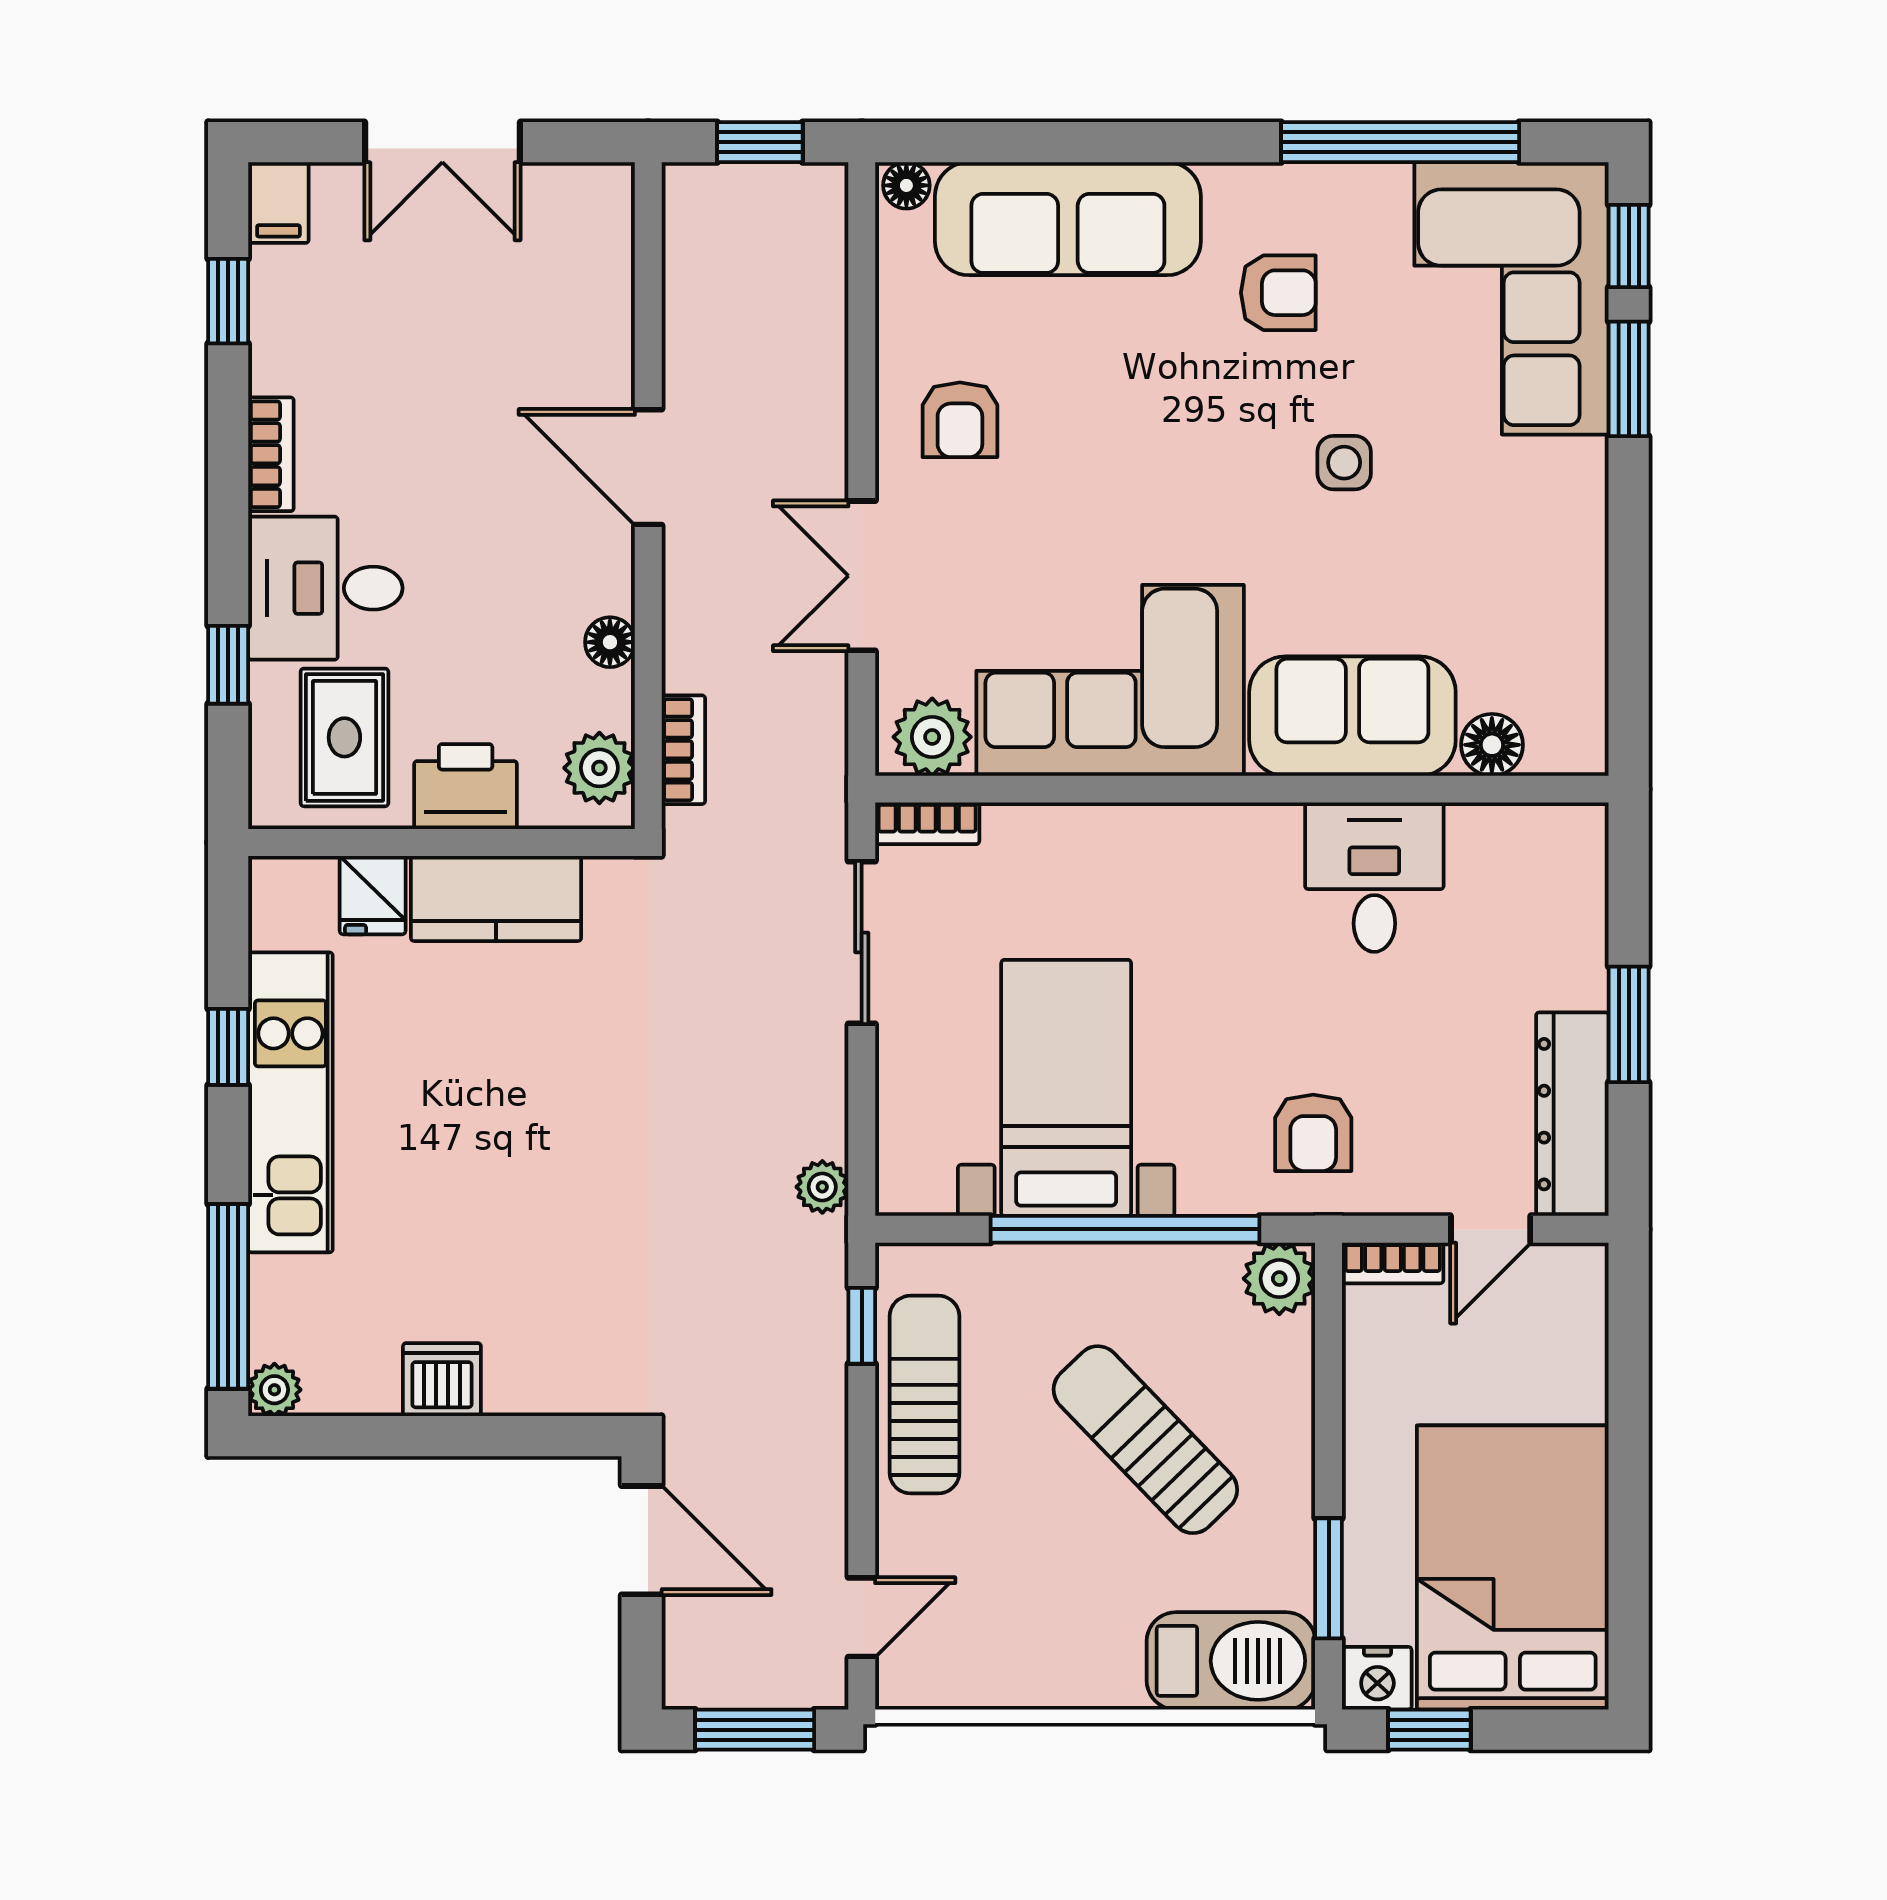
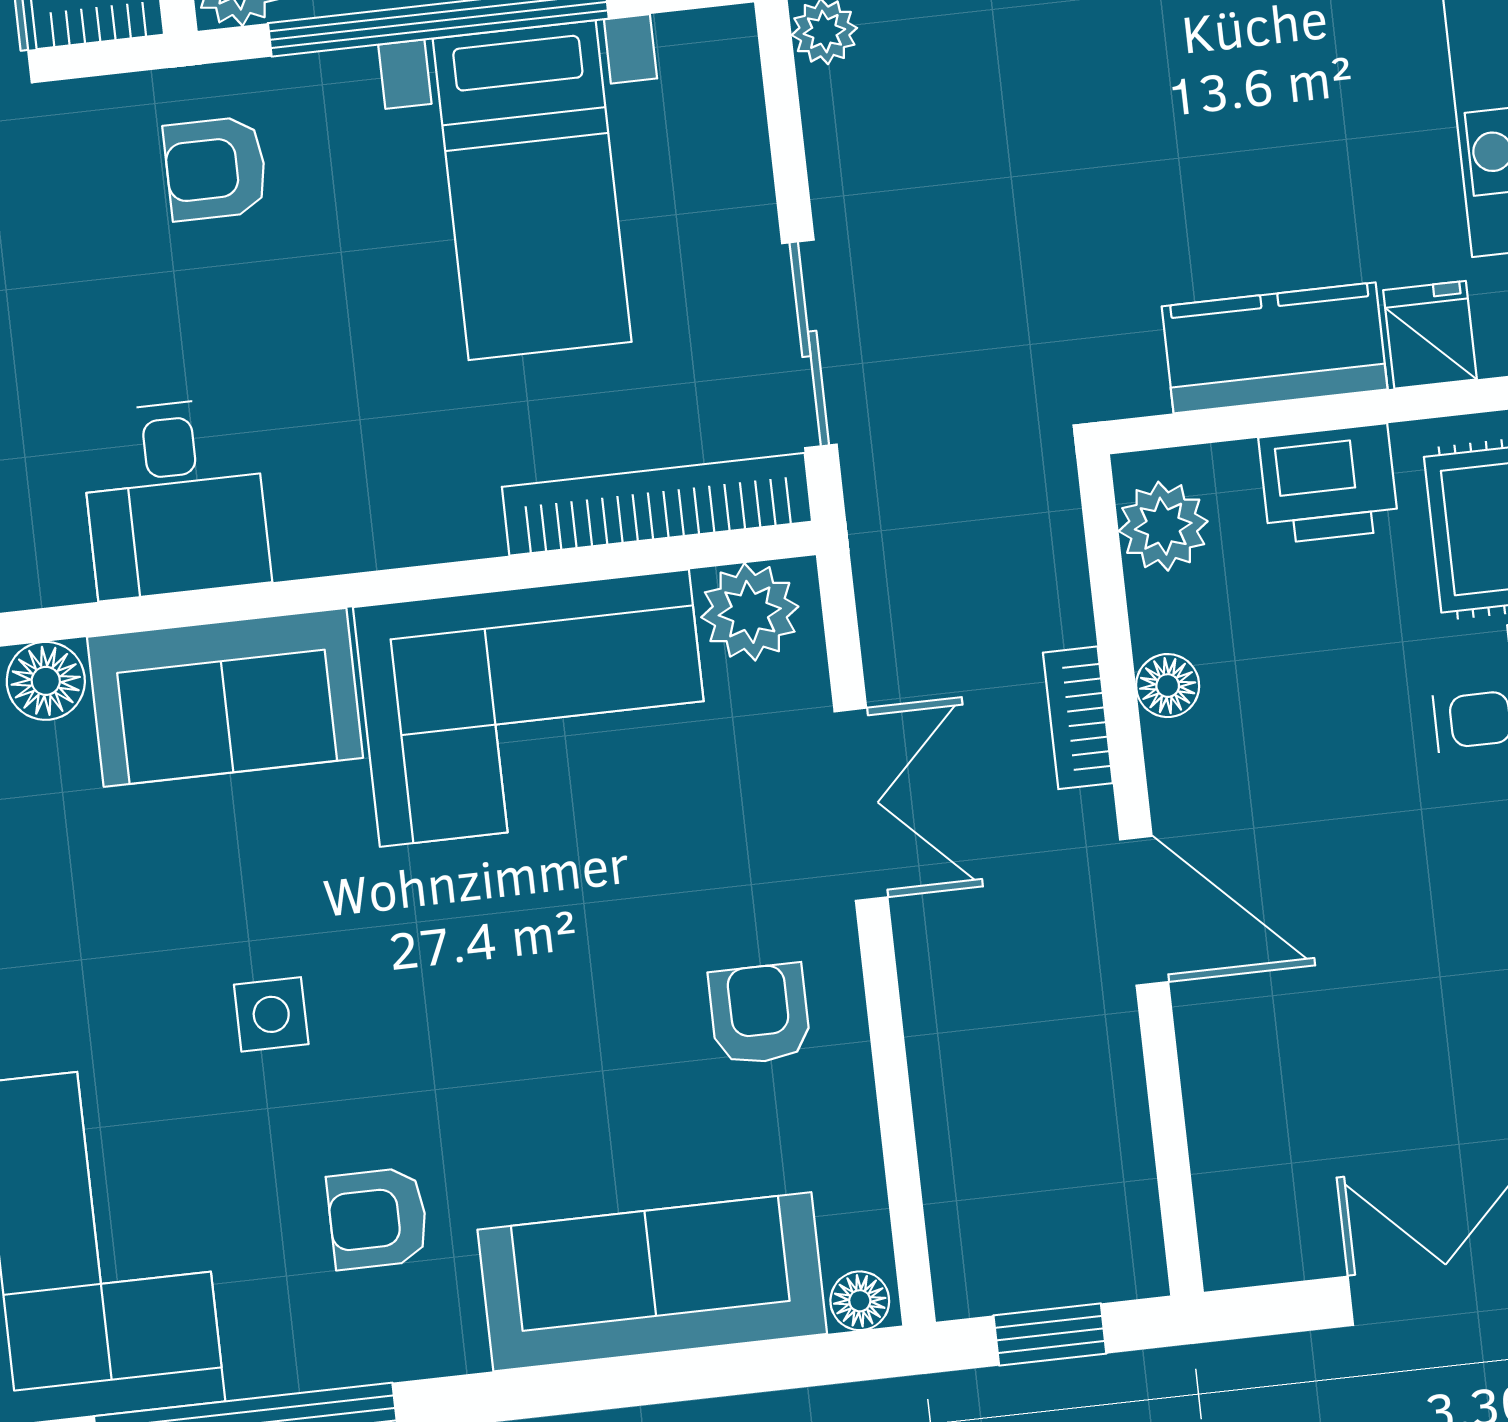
bookcase: (683, 750) -> (1078, 718), moved
bookcase: (927, 823) -> (657, 504), width x2.31, depth x1.31
armchair: (1313, 1133) -> (216, 169), turned -90

